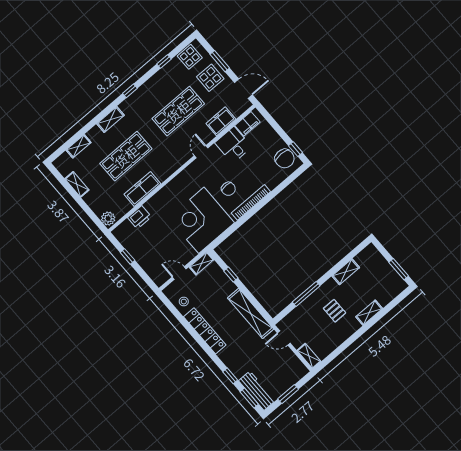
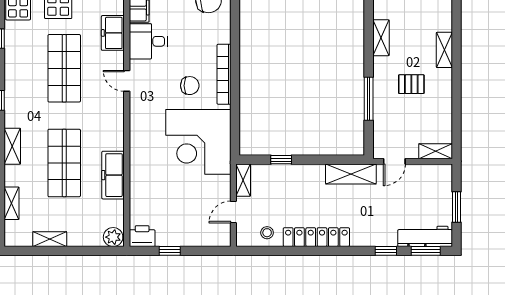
printer: (140, 217) -> (142, 236), moved, turned -90
shelving: (251, 313) -> (351, 174), width x0.68

